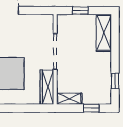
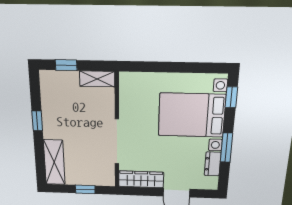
window: (115, 81) -> (37, 121), moved
wardrobe: (47, 87) -> (141, 179), moved, turned -90

